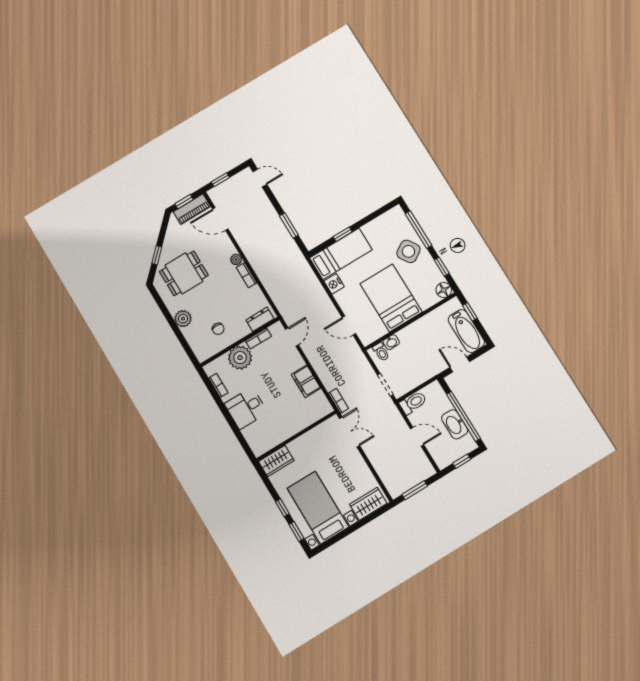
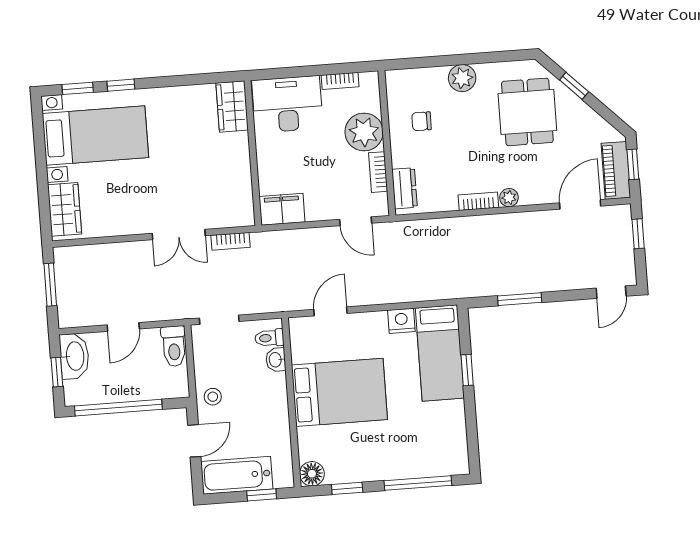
side table: (408, 251) -> (394, 452), removed
stool: (430, 367) -> (213, 397), added
desk: (246, 408) -> (287, 104), width x1.37
washbasin: (455, 424) -> (74, 356), moved, turned 90
wall: (296, 436) -> (253, 153), moved
wardrobe: (276, 461) -> (232, 106), moved

